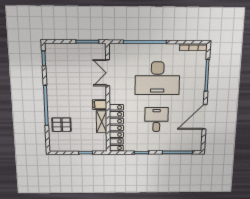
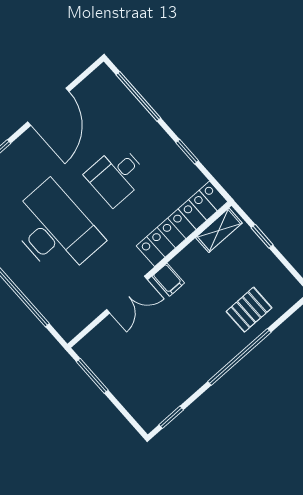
double door: (108, 73) -> (127, 295), moved
door: (205, 117) -> (48, 107), hinge flipped
shelving: (102, 122) -> (219, 230), moved
pallet: (62, 125) -> (249, 310), turned 90

